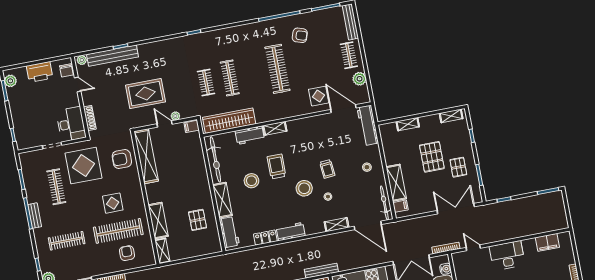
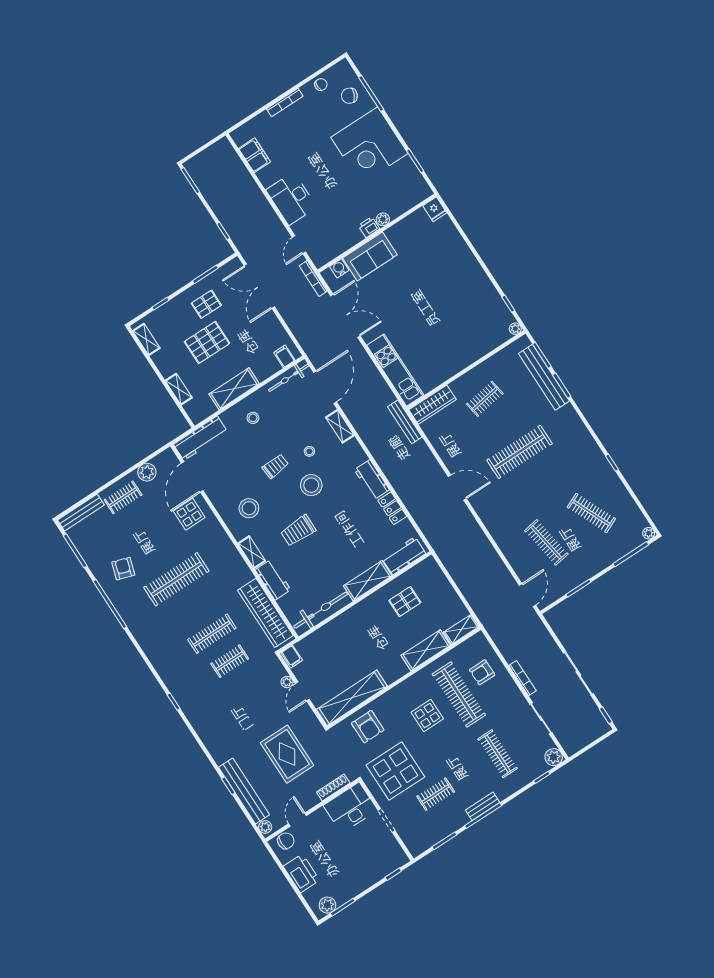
rug: (146, 94) -> (287, 754), moved
stool: (251, 181) -> (249, 508), moved
shelving: (396, 183) -> (234, 389), moved
clothes rail: (56, 187) -> (436, 794), width x0.73

